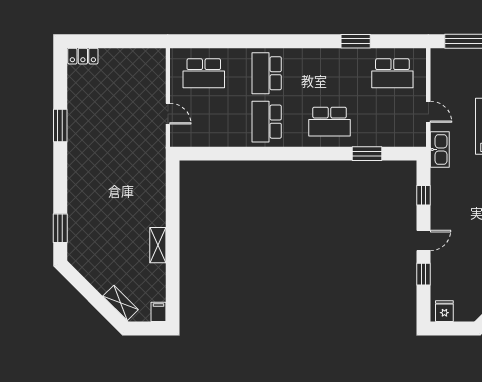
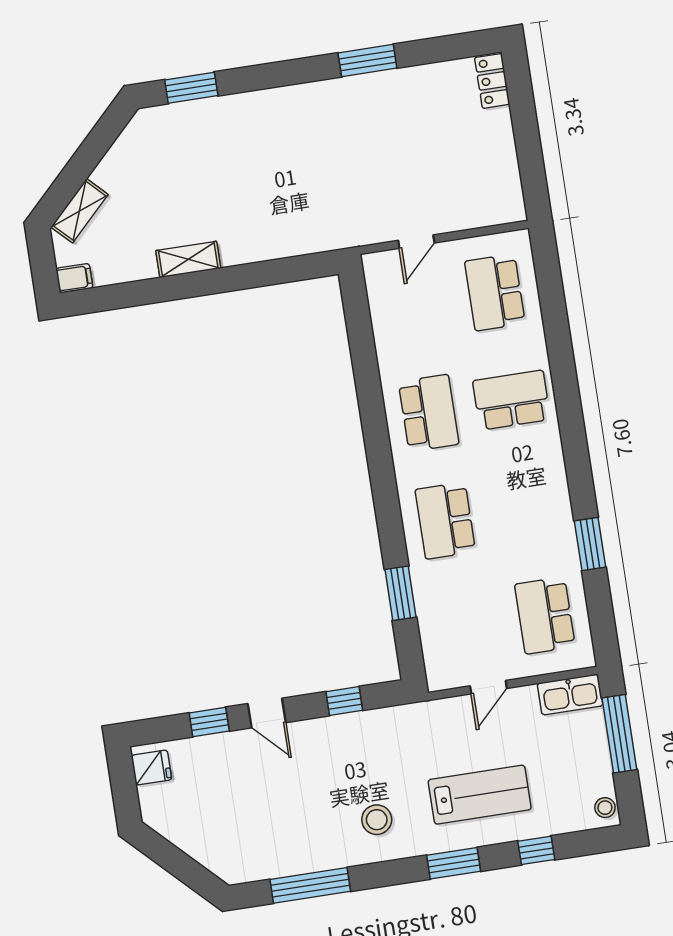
school desk: (267, 122) -> (429, 413), turned 90
kitchen sink: (440, 149) -> (570, 695), moved

